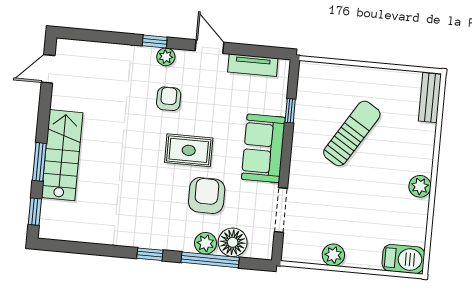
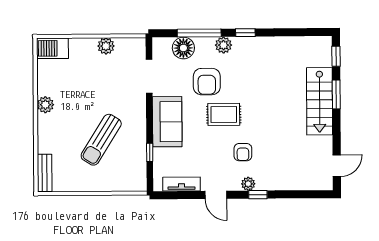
plant: (205, 243) -> (223, 45), moved

